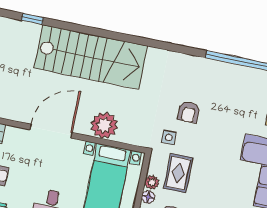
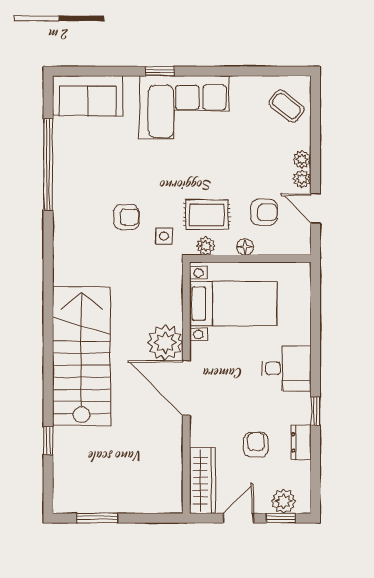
plant: (104, 125) -> (165, 343), moved
plant: (152, 182) -> (206, 246), moved

